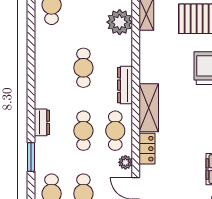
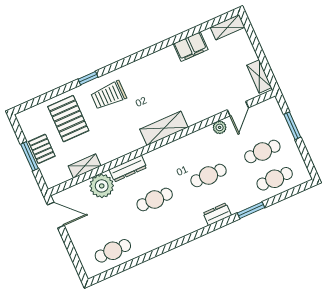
dresser: (125, 85) -> (128, 169), moved
cafe table: (115, 131) -> (196, 148), removed
locker: (147, 149) -> (200, 114), removed

